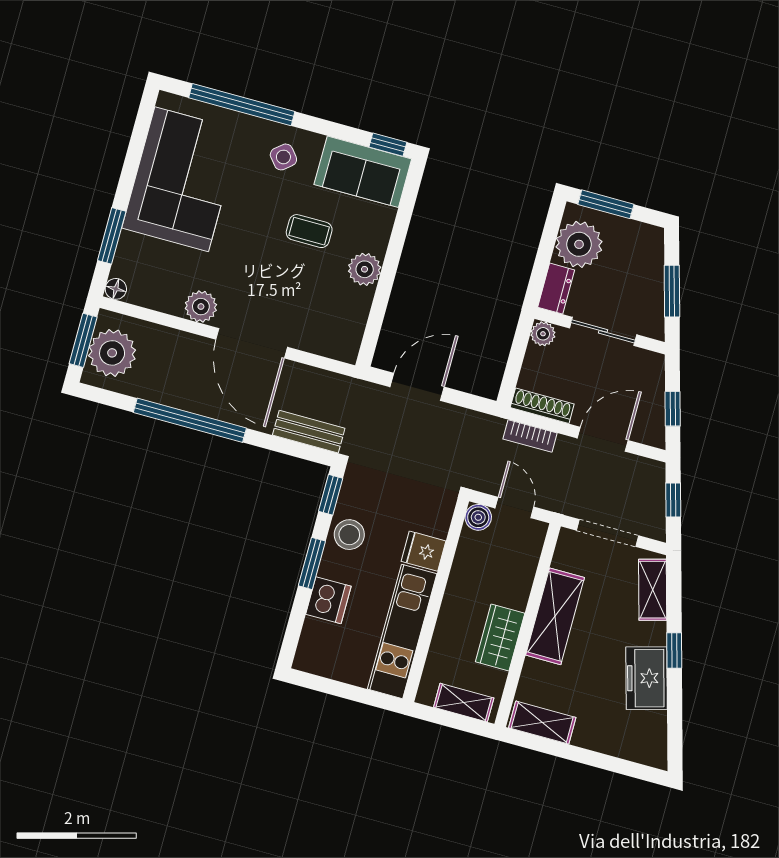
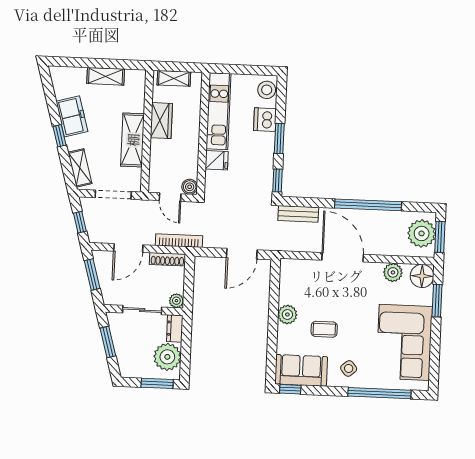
floor lamp: (116, 289) -> (422, 276), width x1.89, depth x1.89
plant: (201, 307) -> (393, 272), moved
window: (673, 409) -> (92, 275), width x1.50
bookcase: (530, 436) -> (179, 241), width x1.56
stool: (349, 535) -> (267, 90), moved
shelving: (542, 723) -> (106, 76), moved

